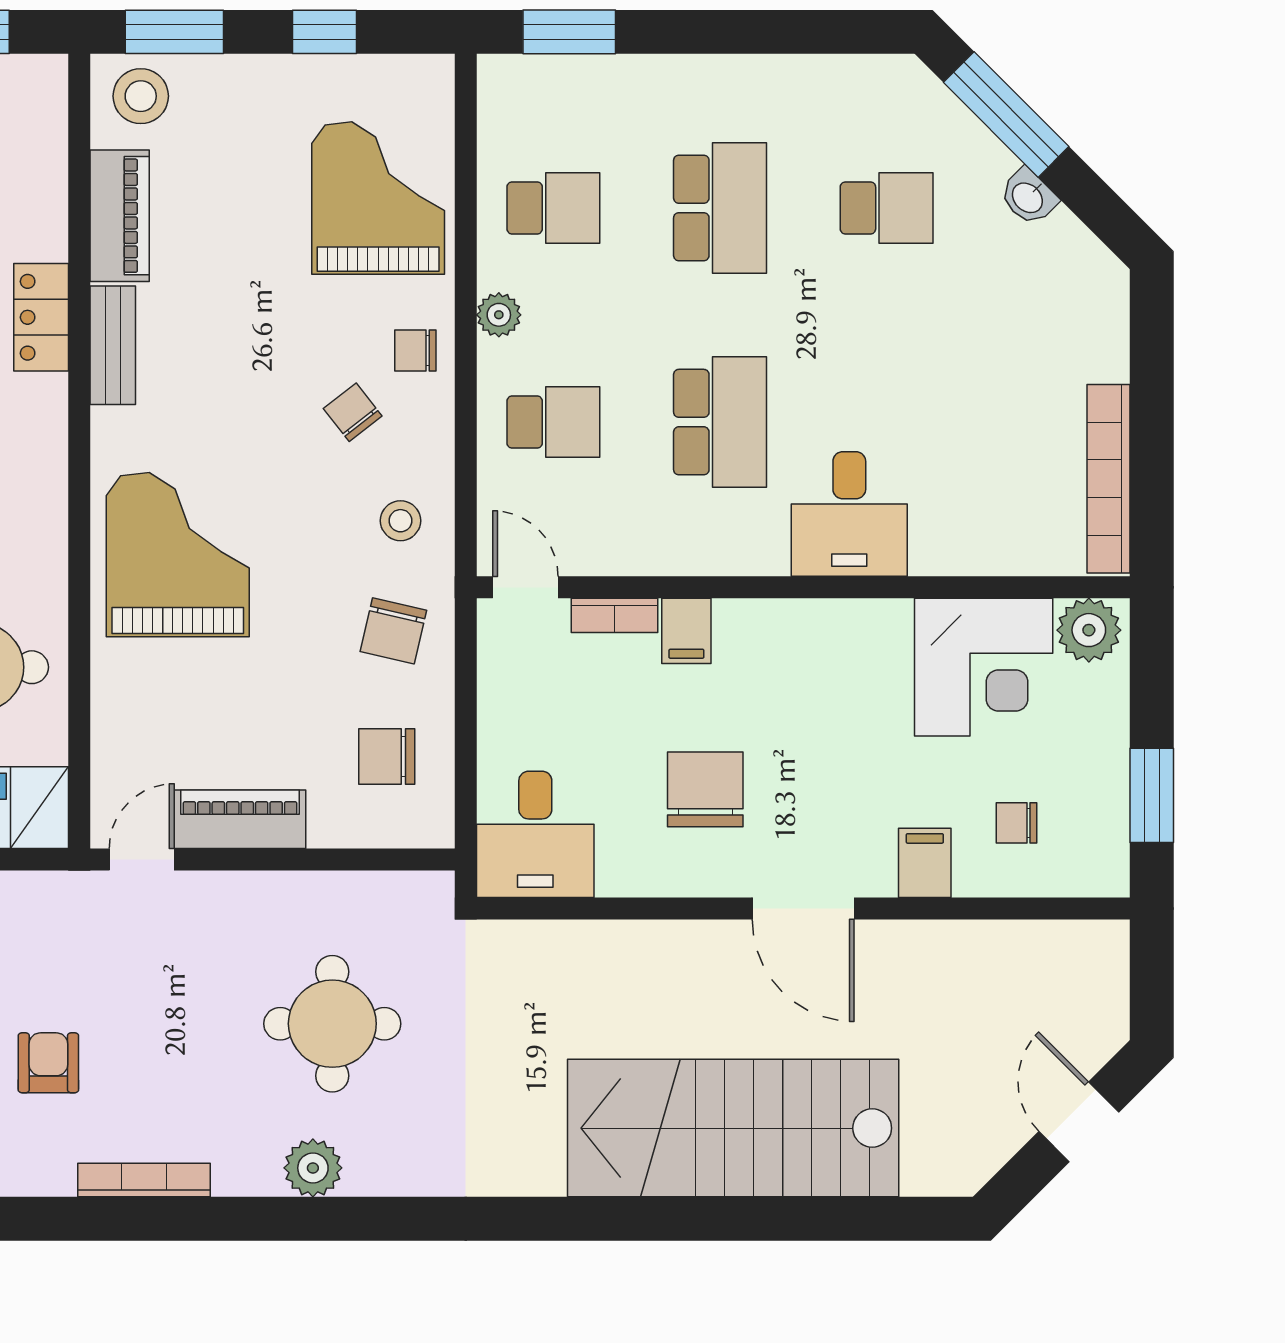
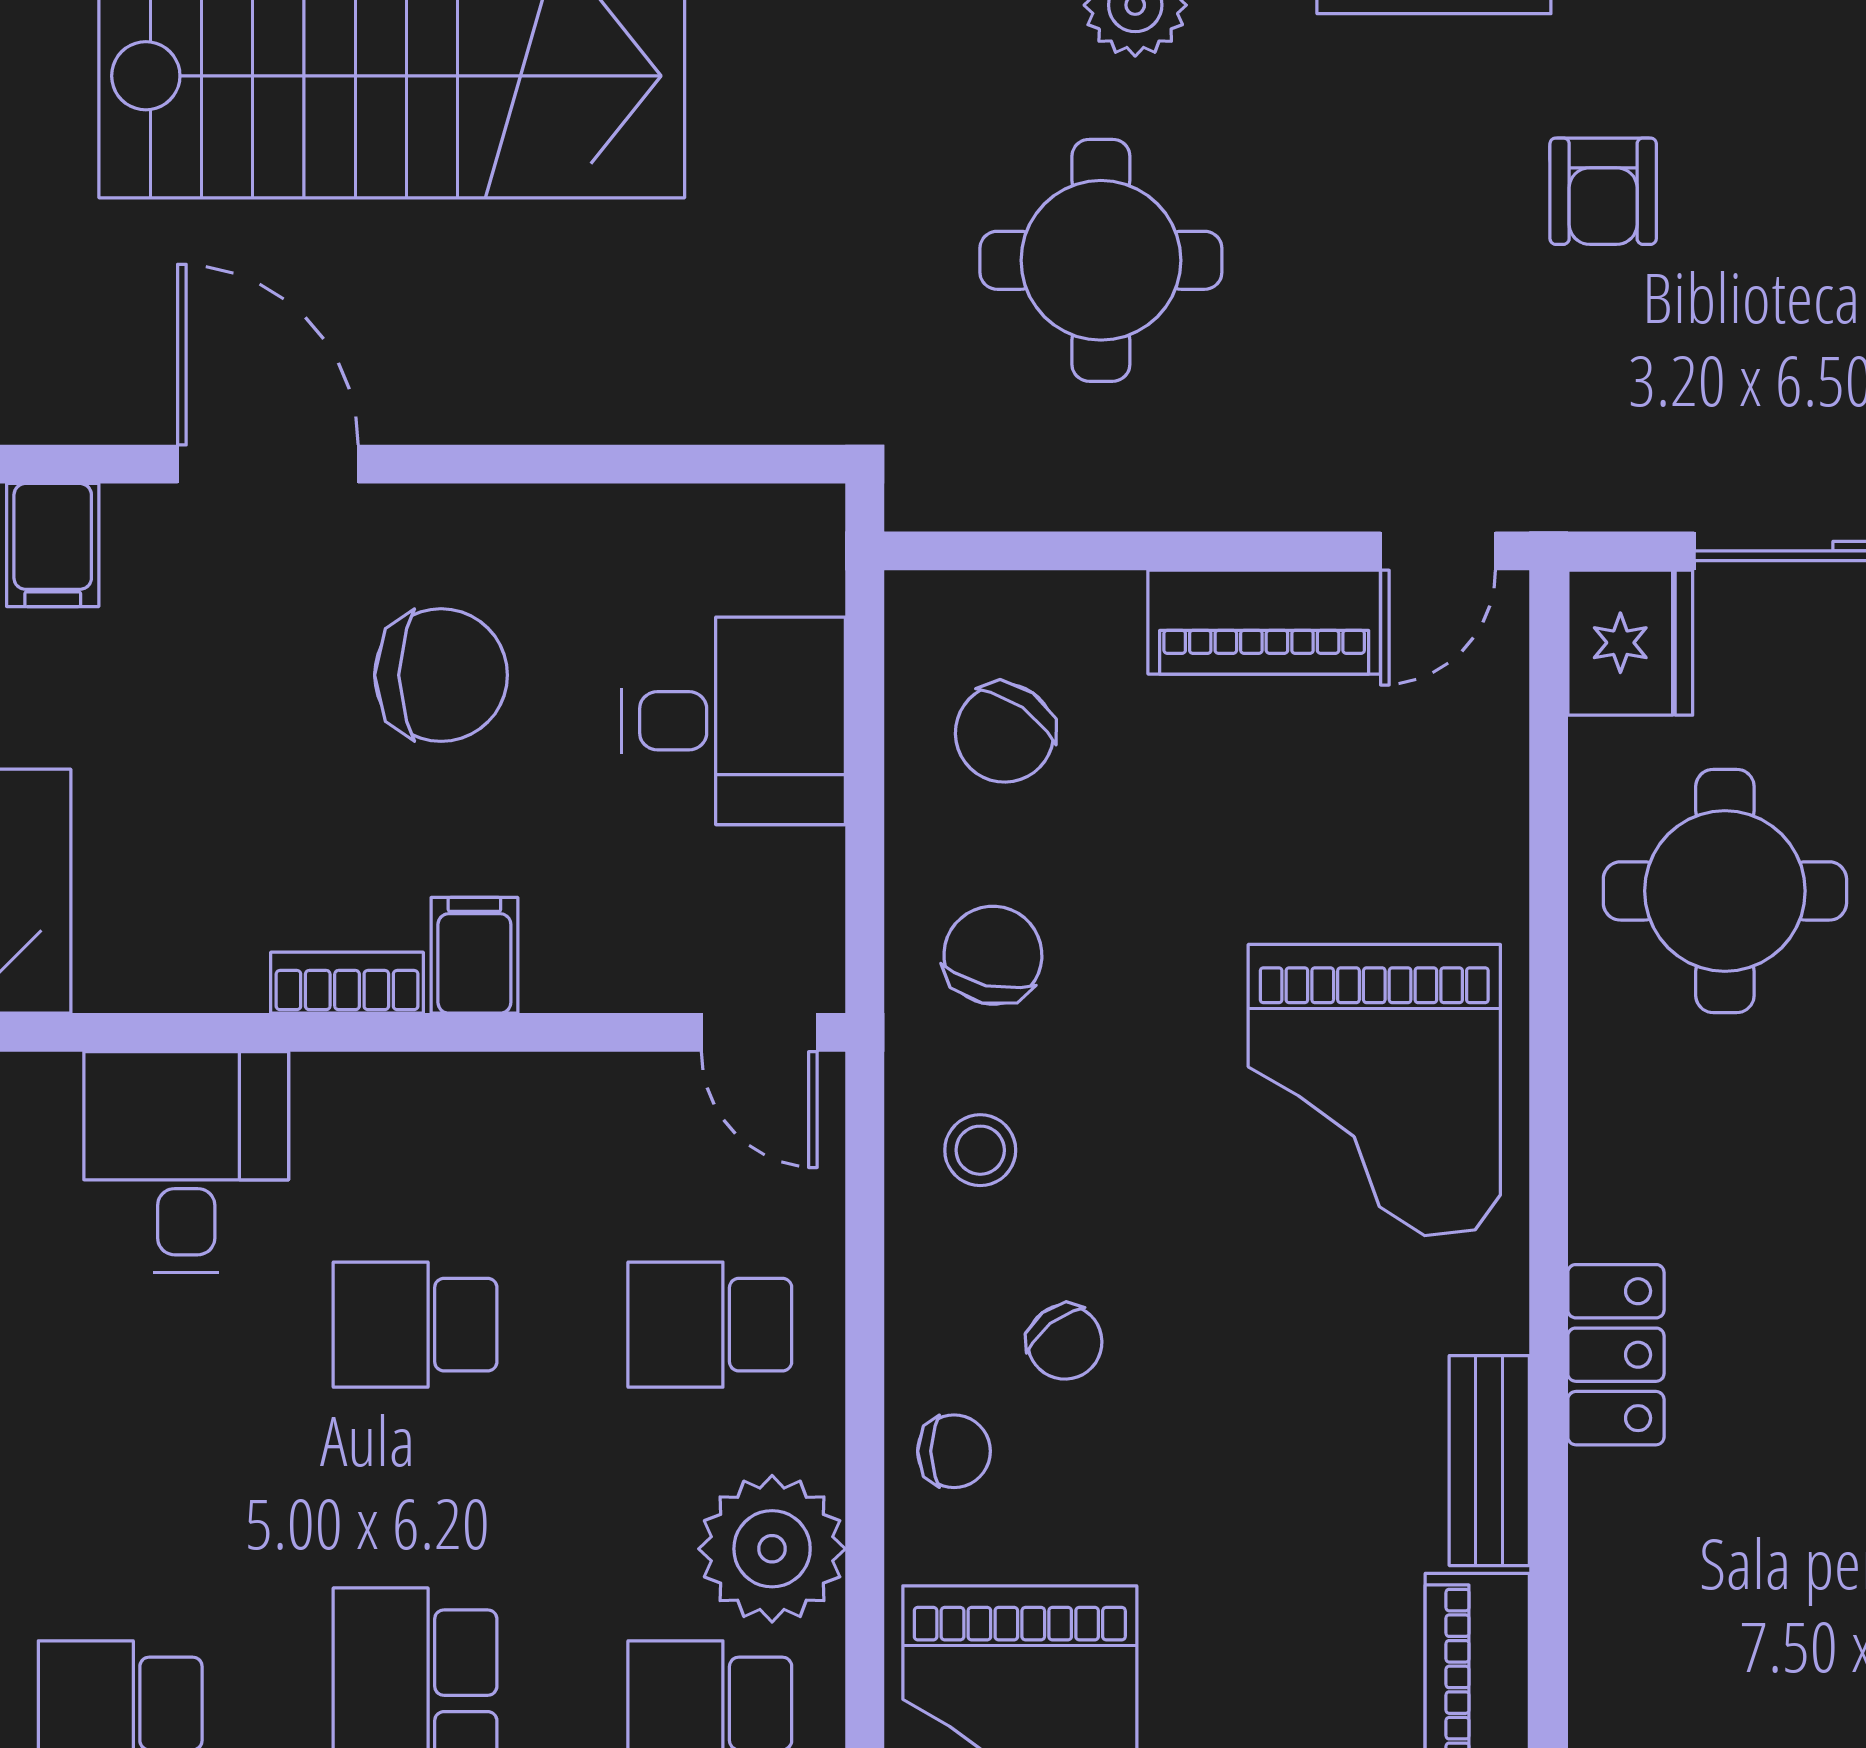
plant: (499, 315) -> (772, 1549), width x1.88, depth x1.88
locker: (41, 317) -> (1616, 1355), moved
school desk: (720, 422) -> (415, 1325), width x0.54
bookcase: (614, 615) -> (347, 983), moved
chair: (387, 757) -> (1005, 733), turned 125
chair: (705, 789) -> (441, 675), turned -90
desk: (535, 834) -> (734, 721), moved, turned 90

